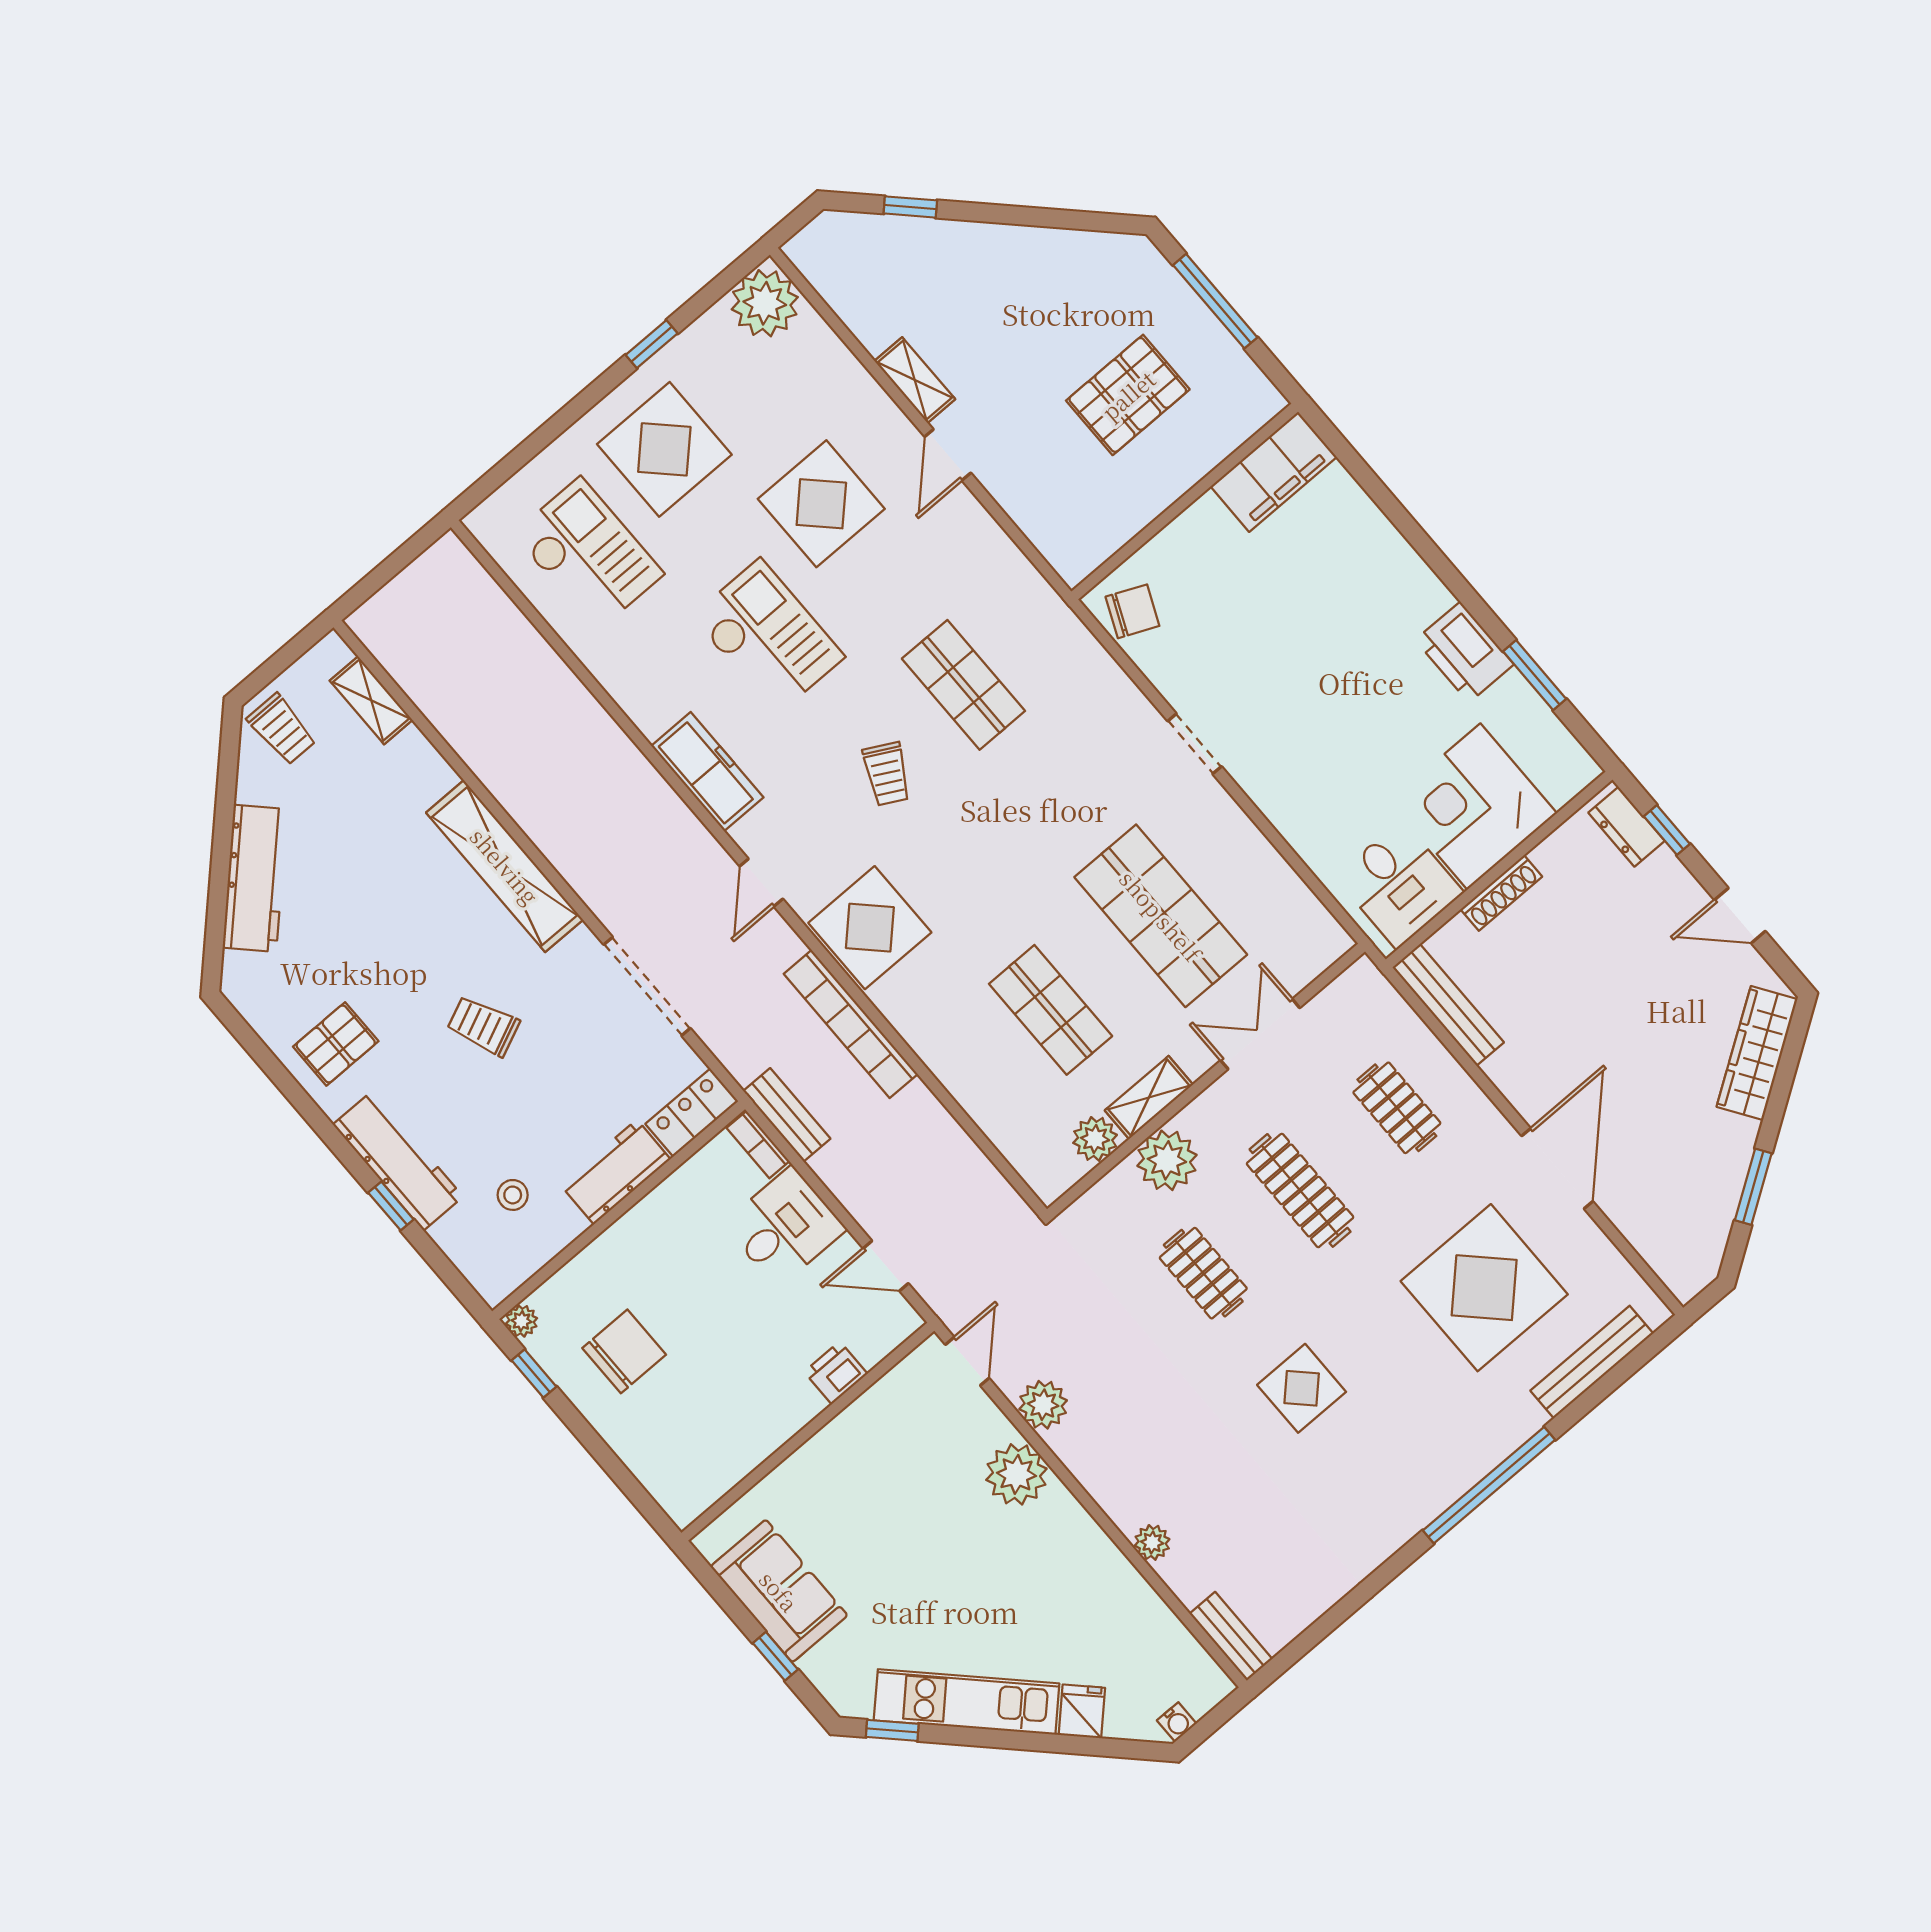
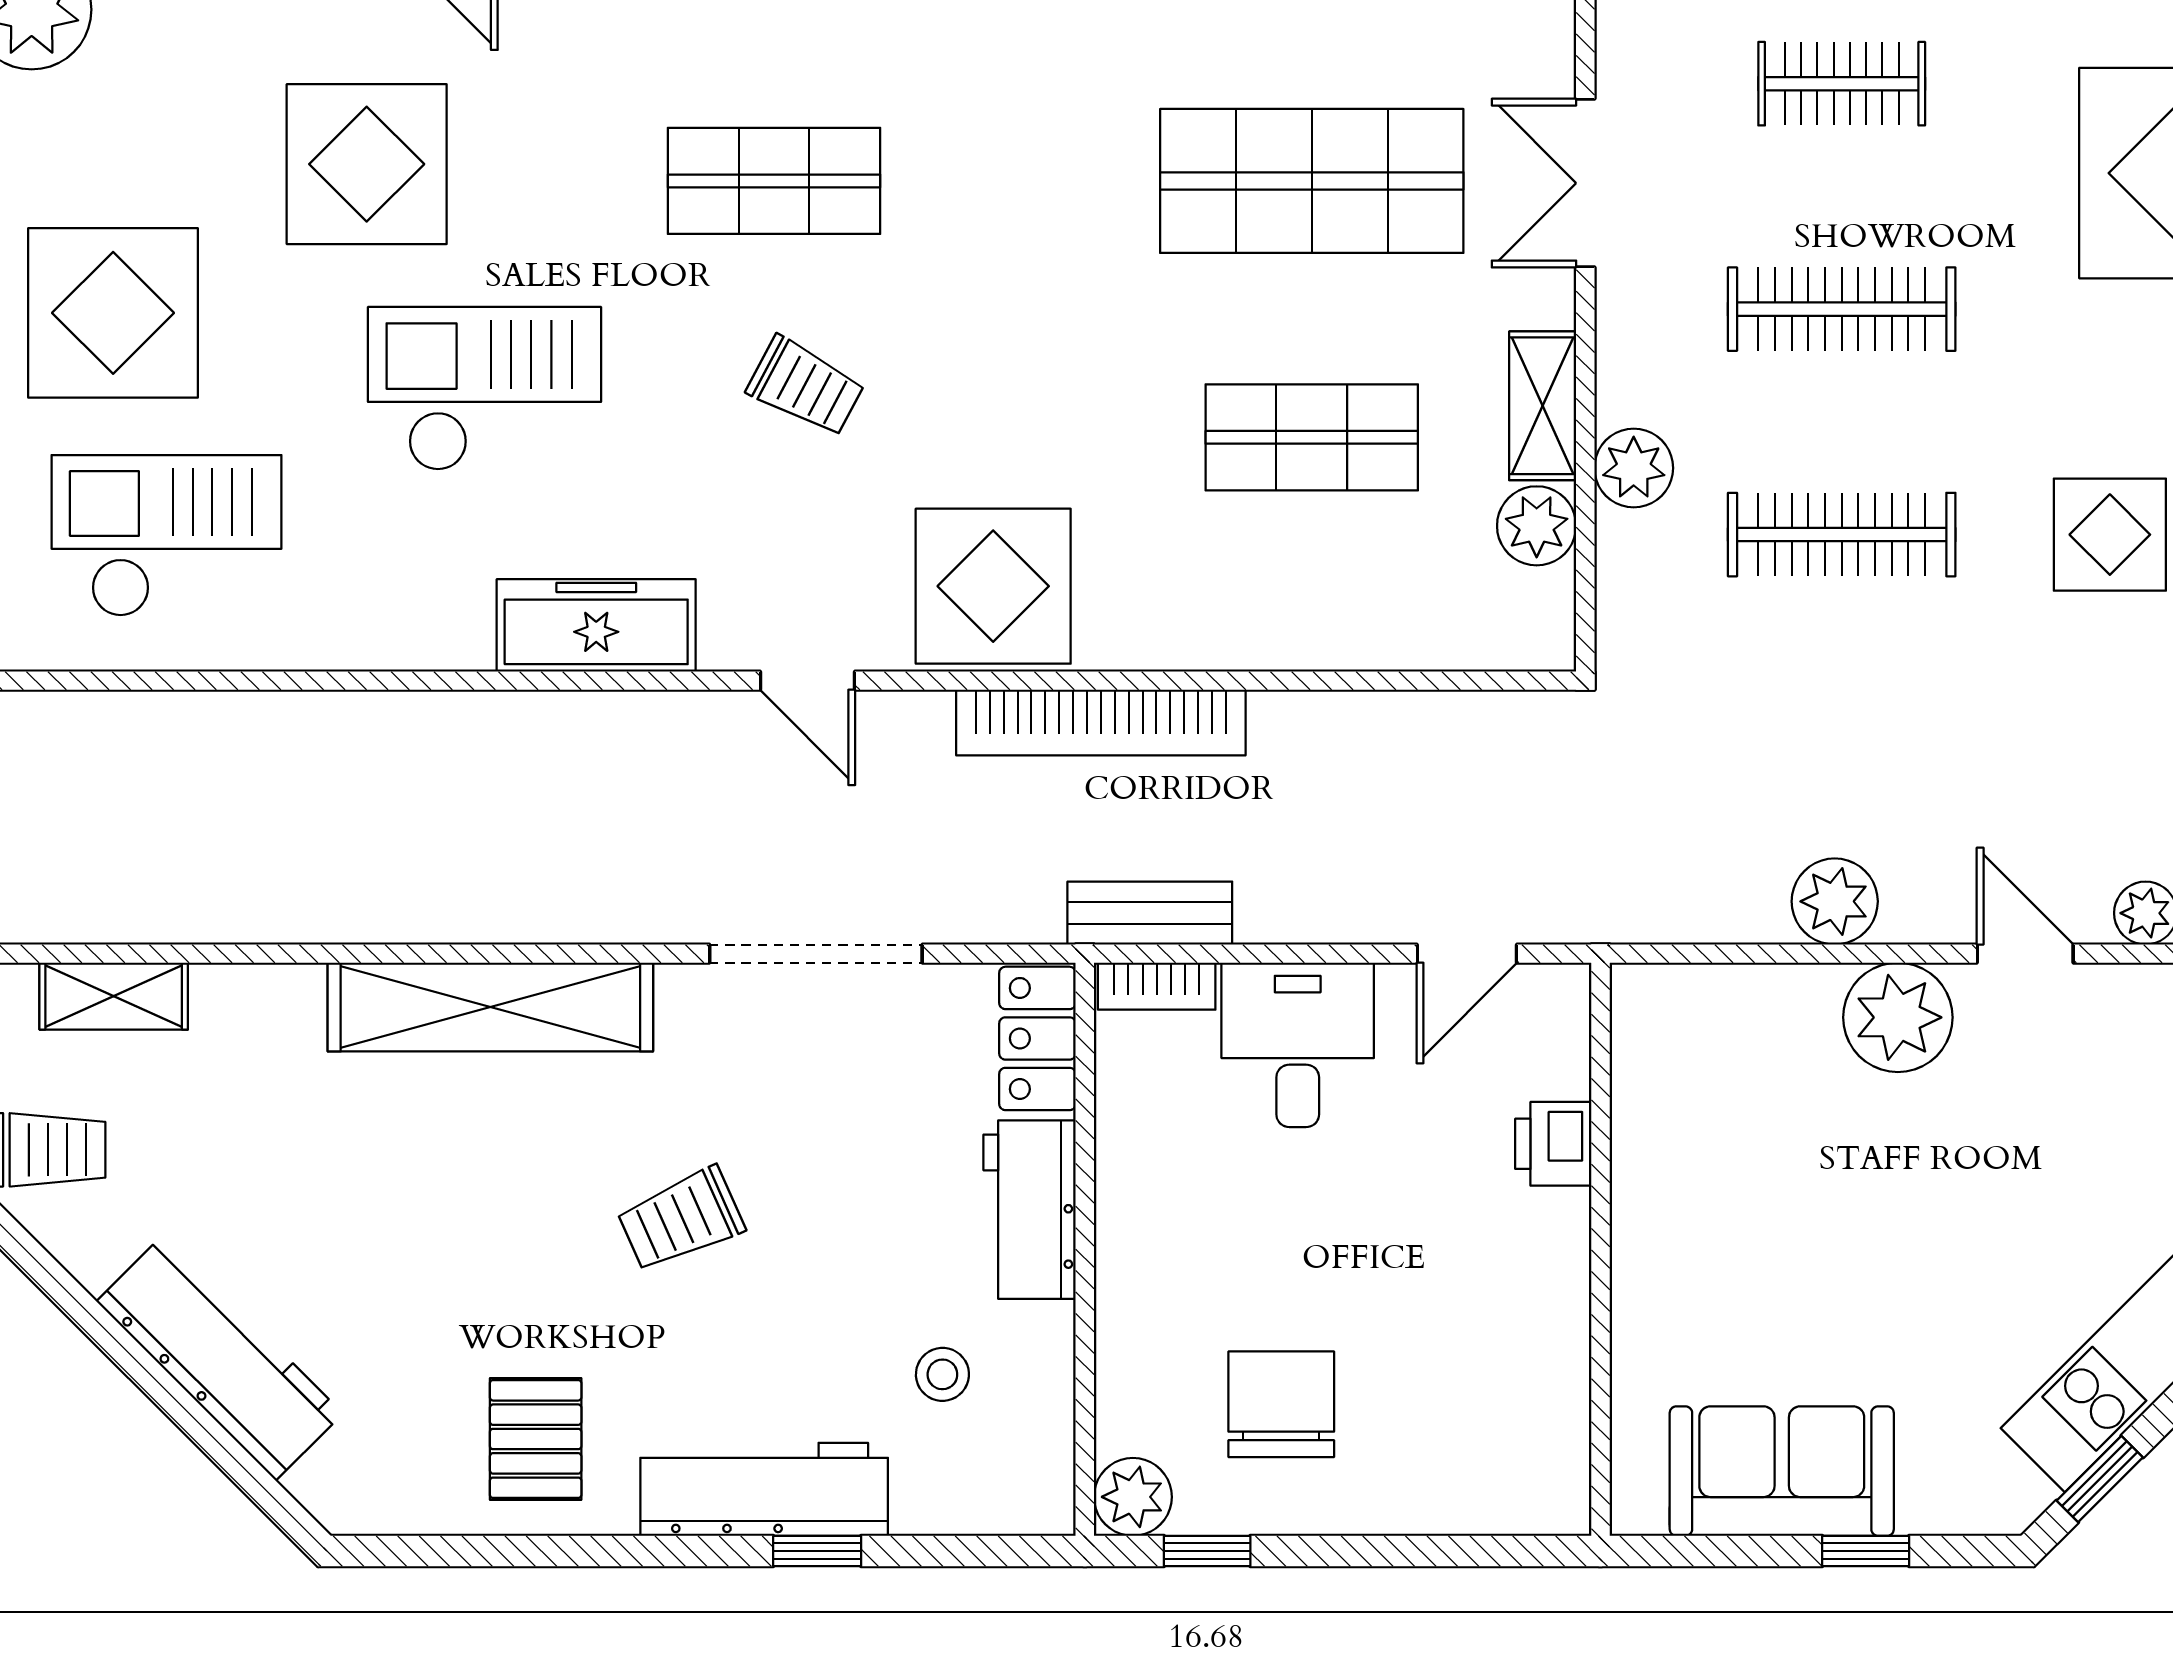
plant: (1167, 1160) -> (1634, 468), width x0.73, depth x0.73
clothes rail: (1203, 1273) -> (1842, 535), width x1.36
plant: (521, 1321) -> (1133, 1497), width x1.38, depth x1.38
door: (967, 1361) -> (2025, 954), moved

